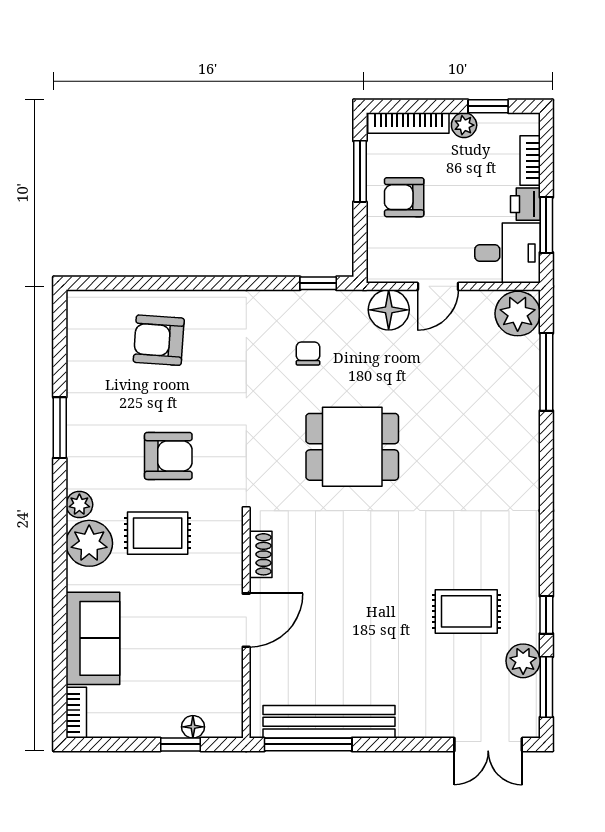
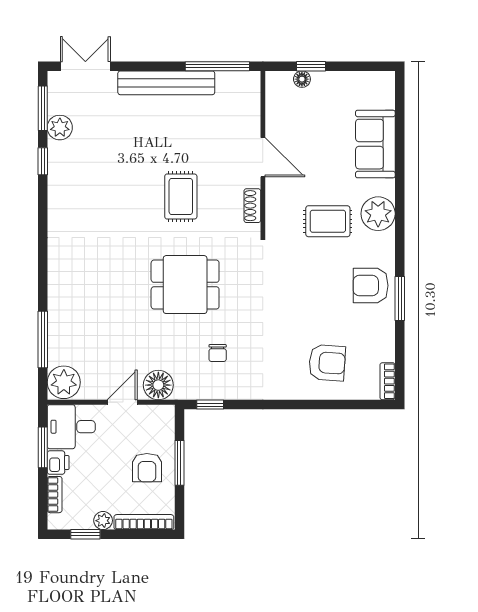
window: (360, 171) -> (179, 463), moved
armchair: (404, 197) -> (147, 468), turned 90
armchair: (168, 456) -> (371, 286), moved
plant: (79, 505) -> (385, 242), removed
rug: (466, 611) -> (181, 197), moved, turned 90
door: (246, 620) -> (263, 157), swing flipped
bookcase: (76, 713) -> (388, 381), moved
bench: (329, 722) -> (166, 83), moved

